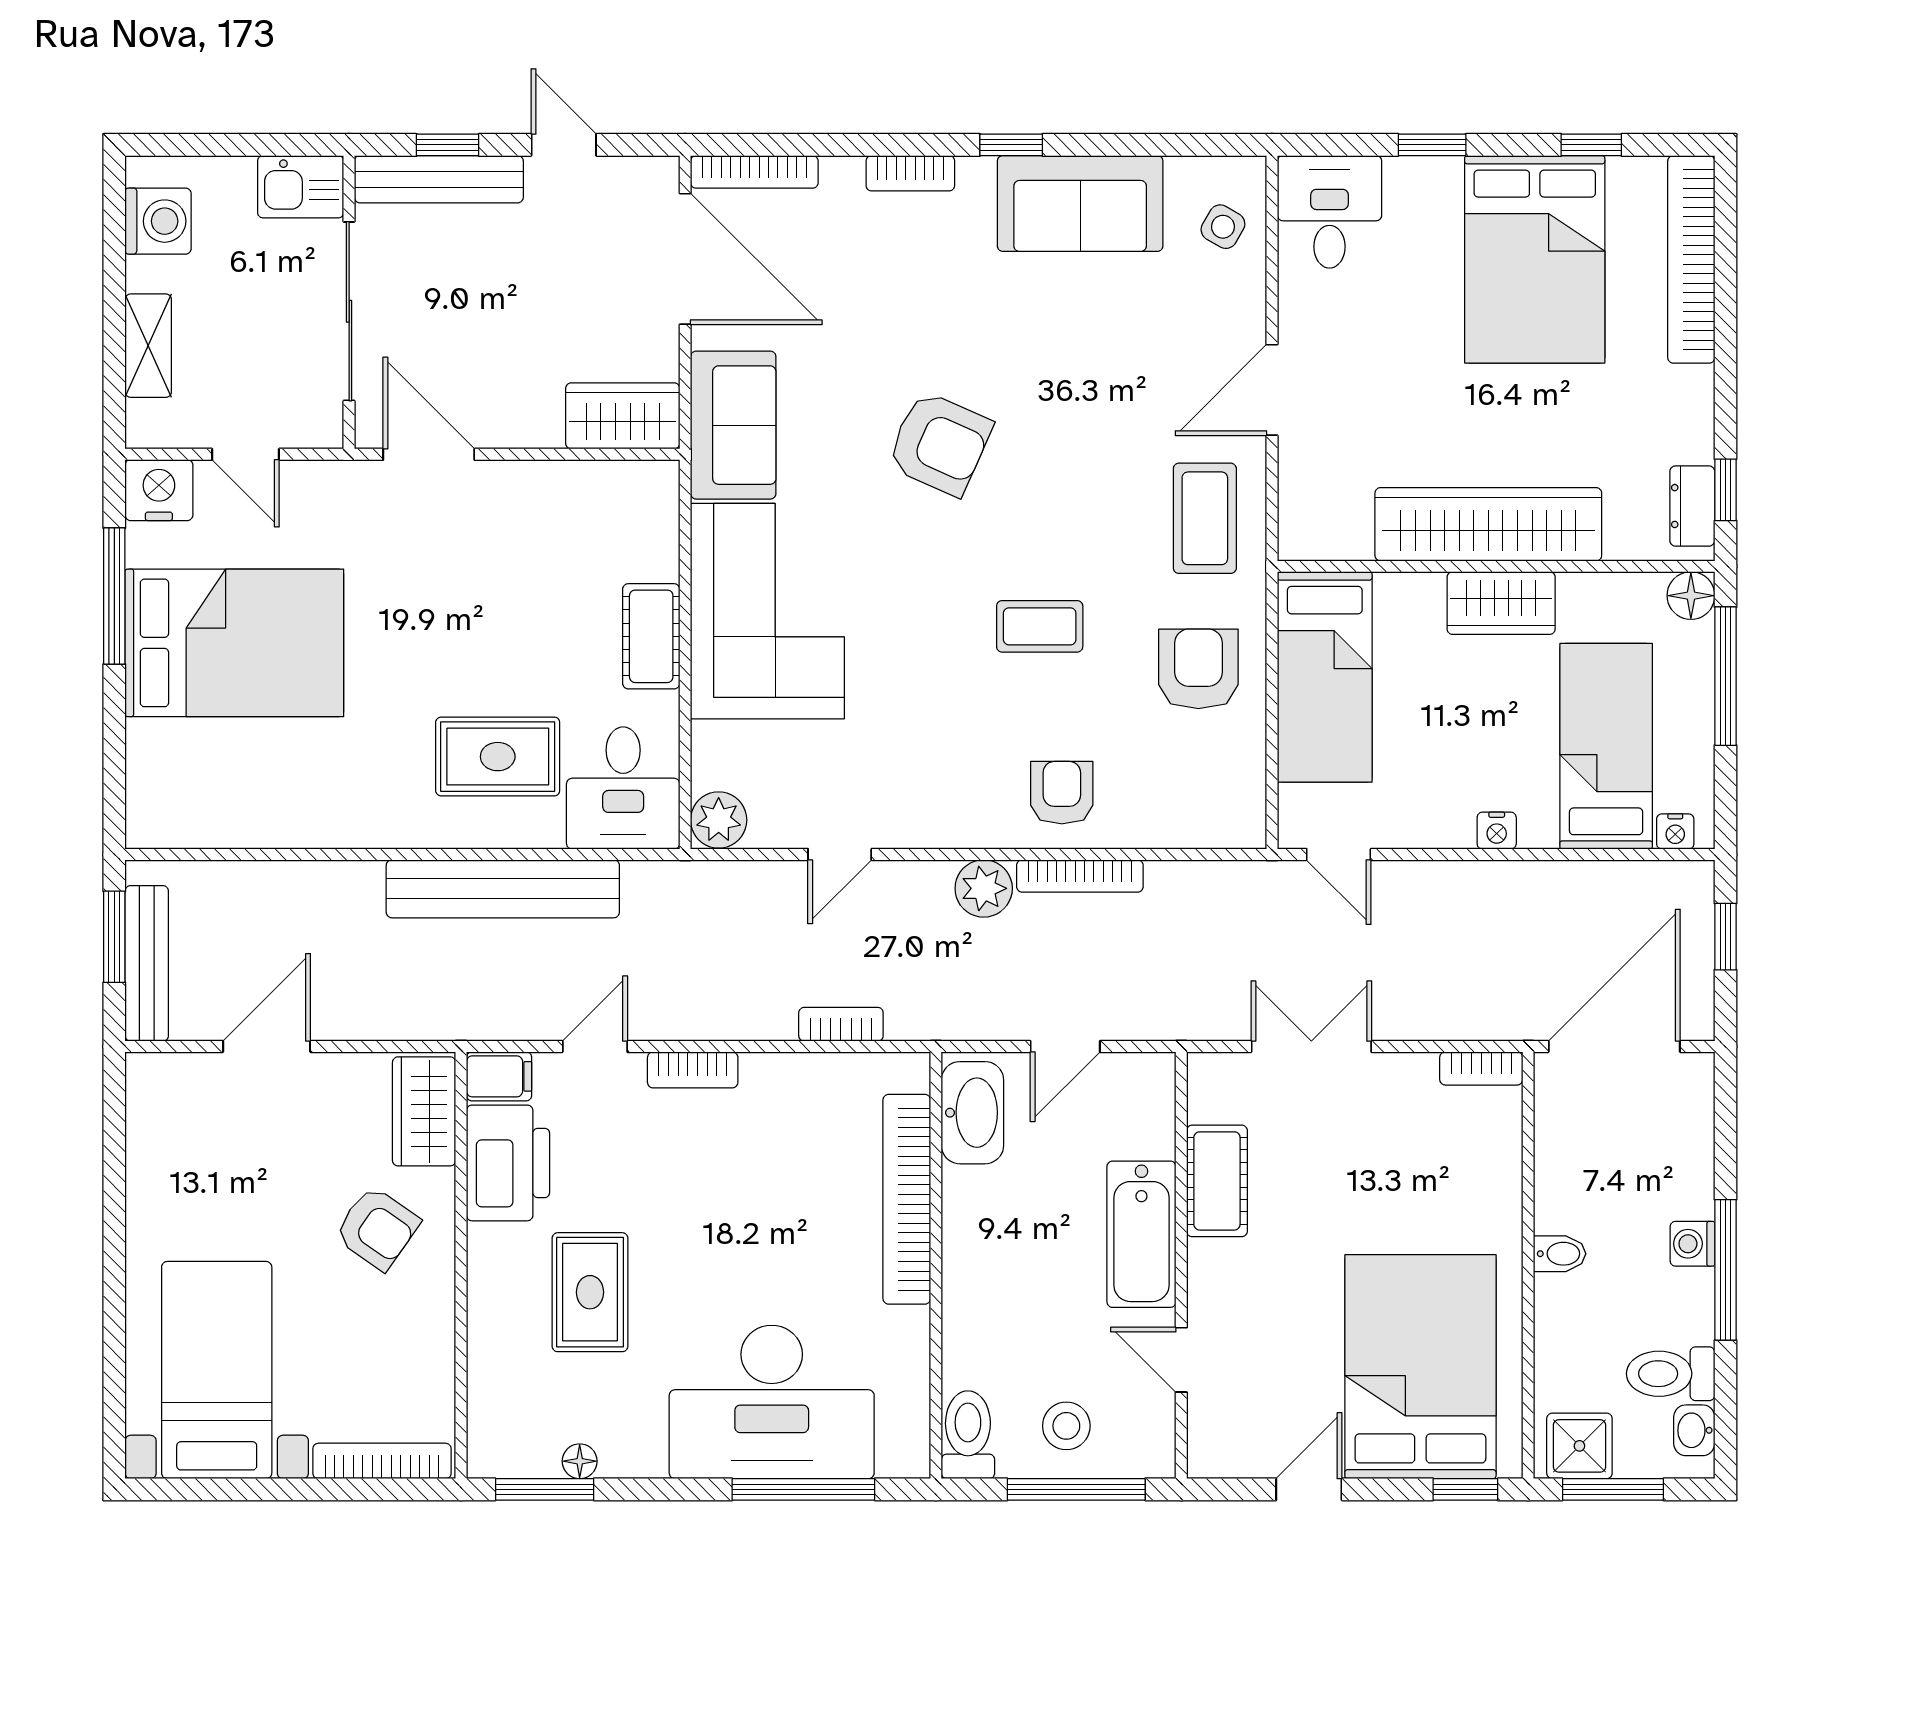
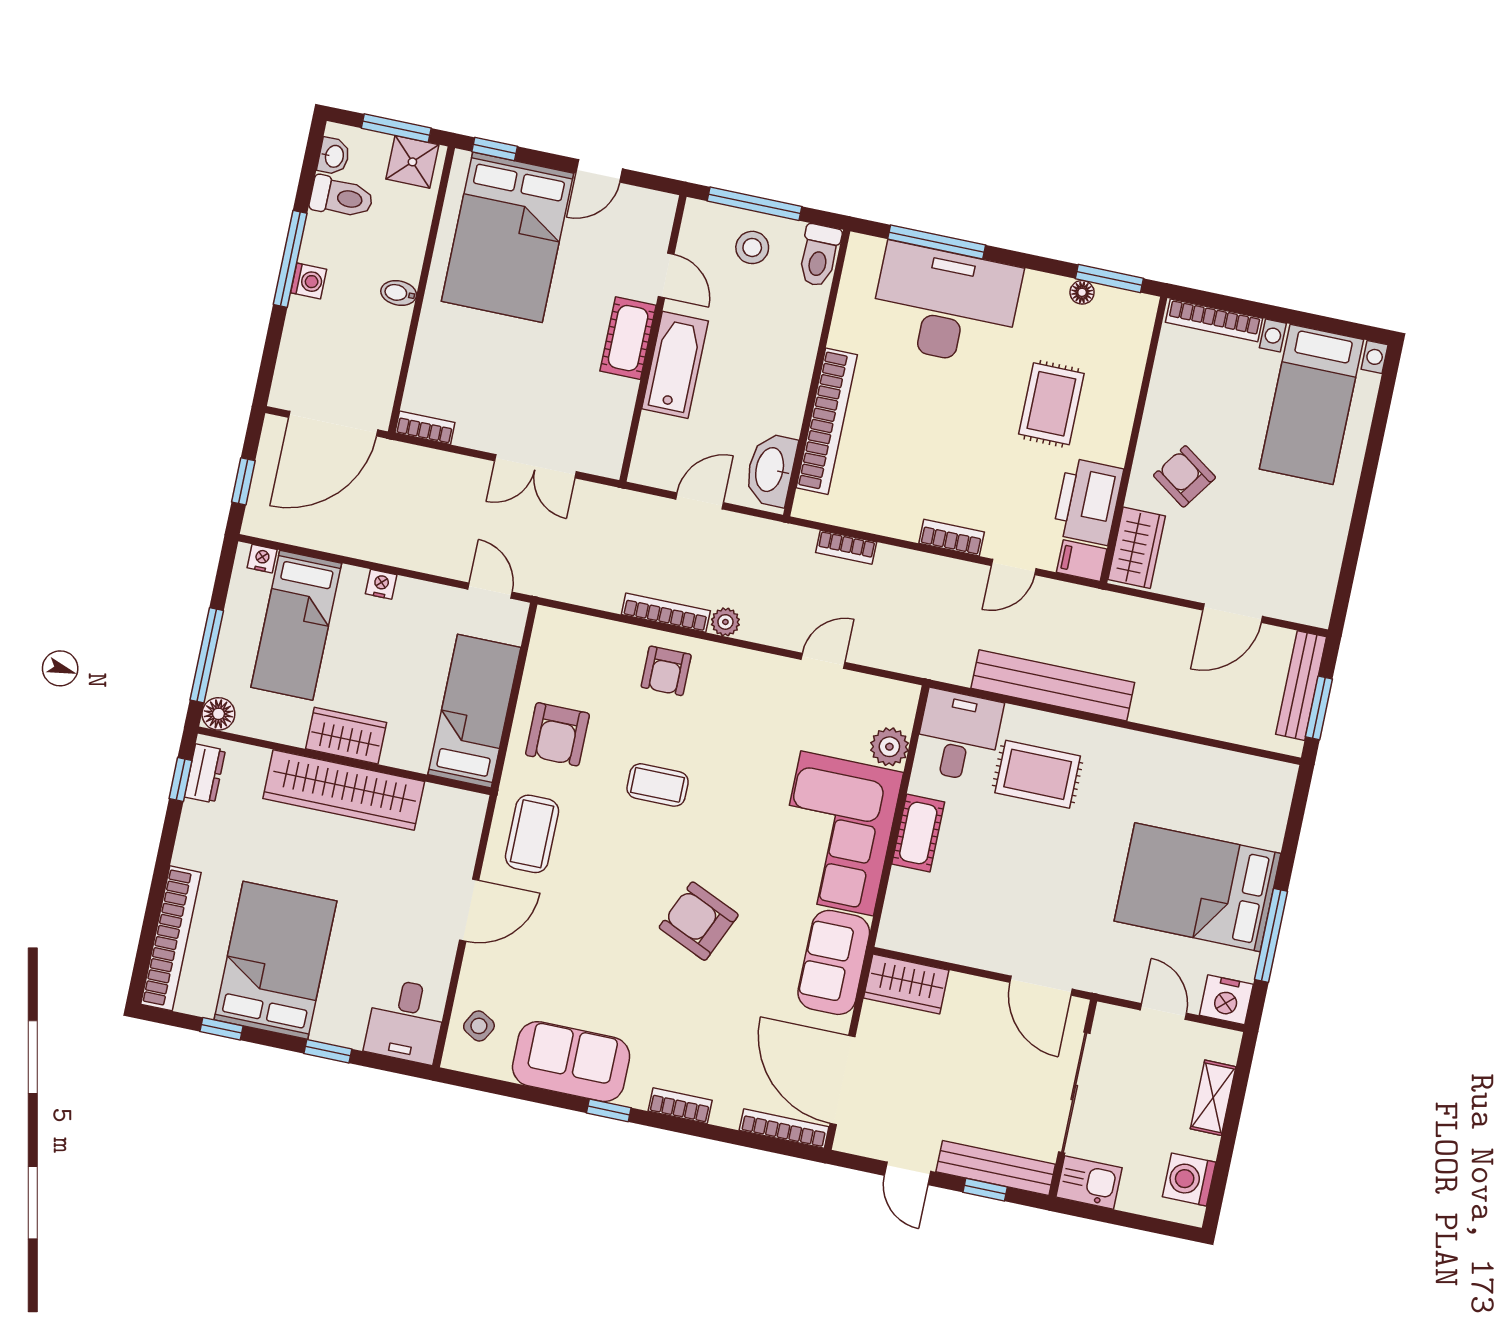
plant: (719, 820) -> (889, 747), moved
plant: (984, 888) -> (725, 622), width x0.73, depth x0.73
cot: (1217, 1181) -> (628, 338), moved

